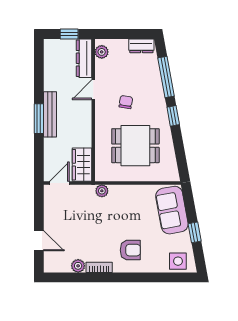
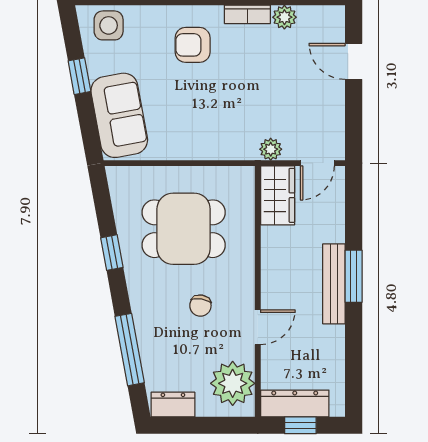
plant: (102, 52) -> (233, 383), width x1.88, depth x1.88
dresser: (84, 58) -> (295, 403), moved, turned -90
window: (173, 116) -> (112, 253), moved
plant: (102, 191) -> (271, 149), moved

